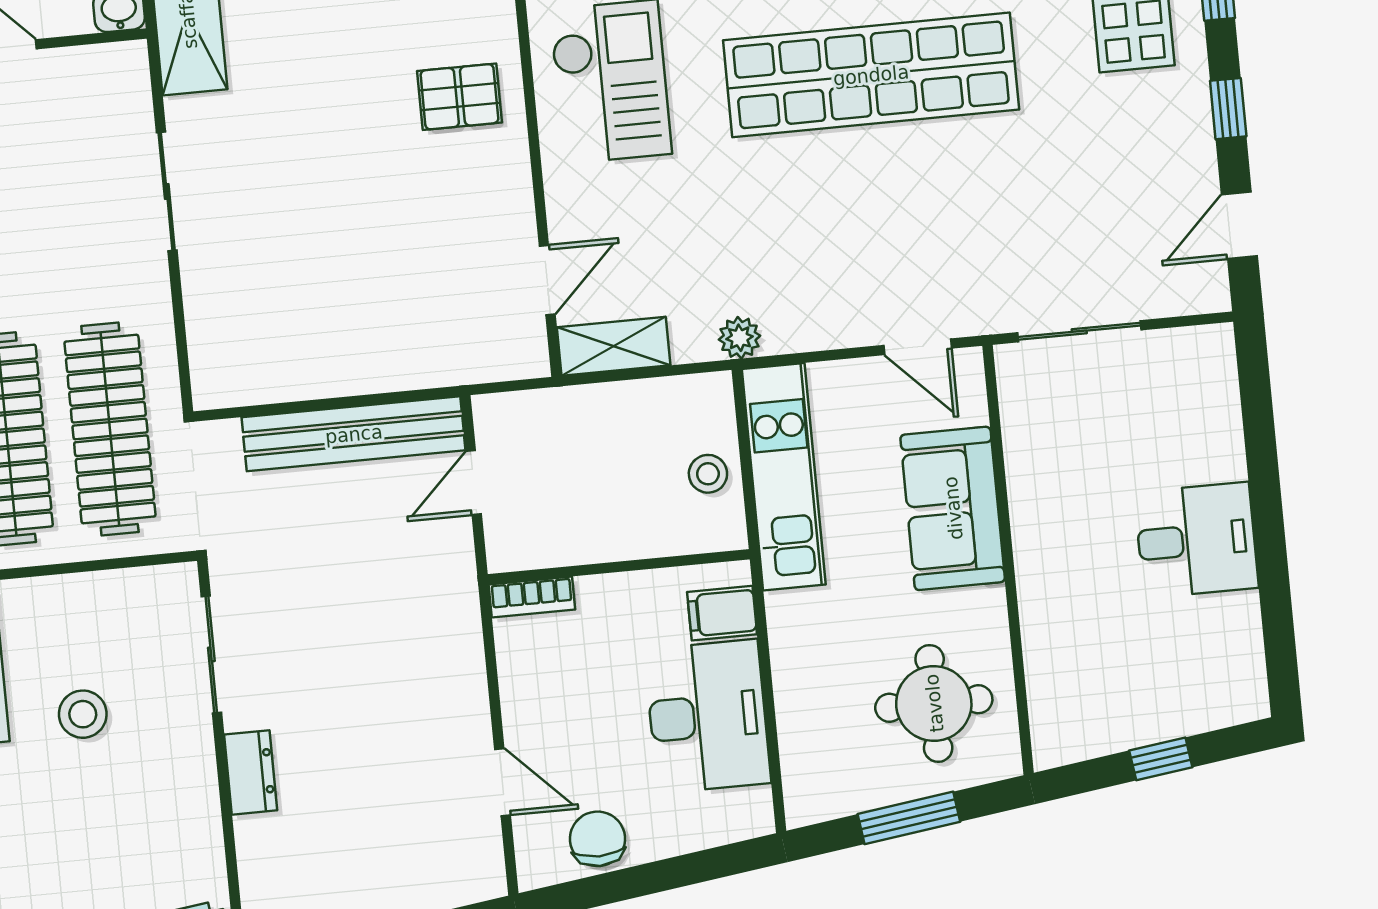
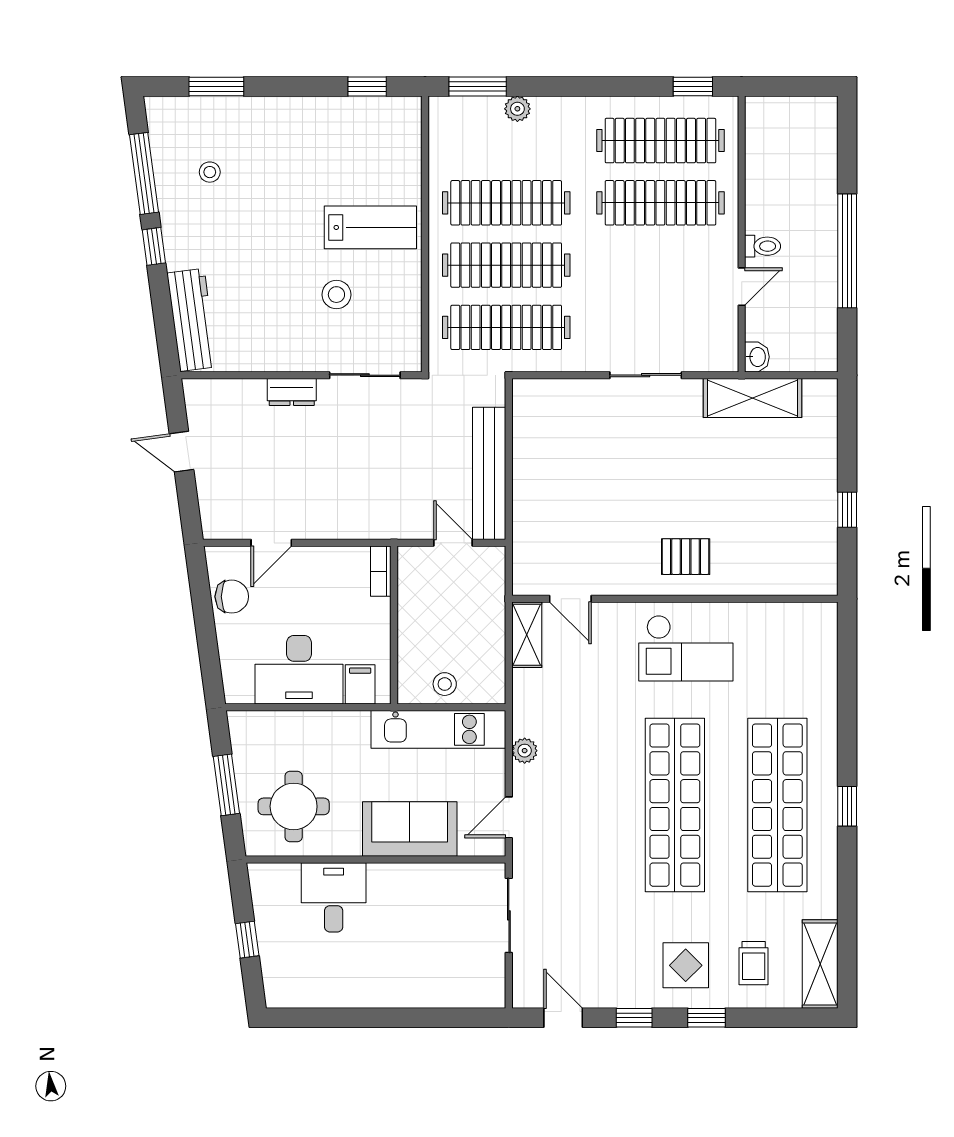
pallet: (459, 97) -> (686, 557), turned 90
plant: (740, 338) -> (525, 751), moved
desk: (1196, 540) -> (334, 897), moved, turned 180

